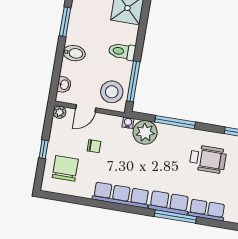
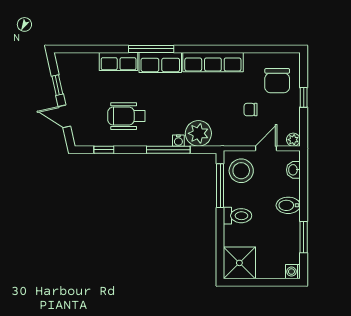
water cooler: (128, 123) -> (178, 141), moved

